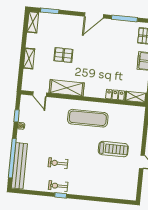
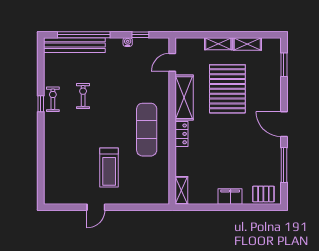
shelving: (33, 22) -> (247, 44), moved
pallet: (63, 55) -> (227, 89), width x2.05, depth x2.00
locker: (115, 95) -> (181, 134), moved

